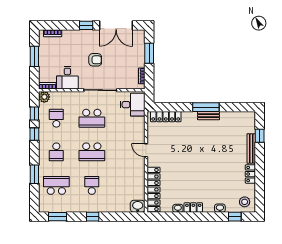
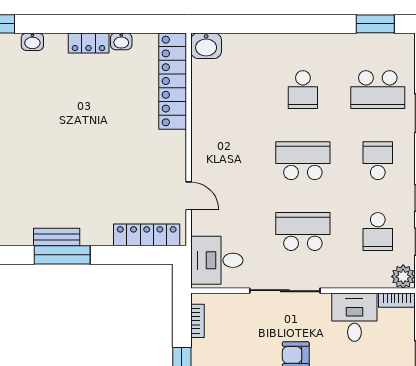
door: (146, 150) -> (189, 196), moved
window: (93, 217) -> (301, 24), removed

